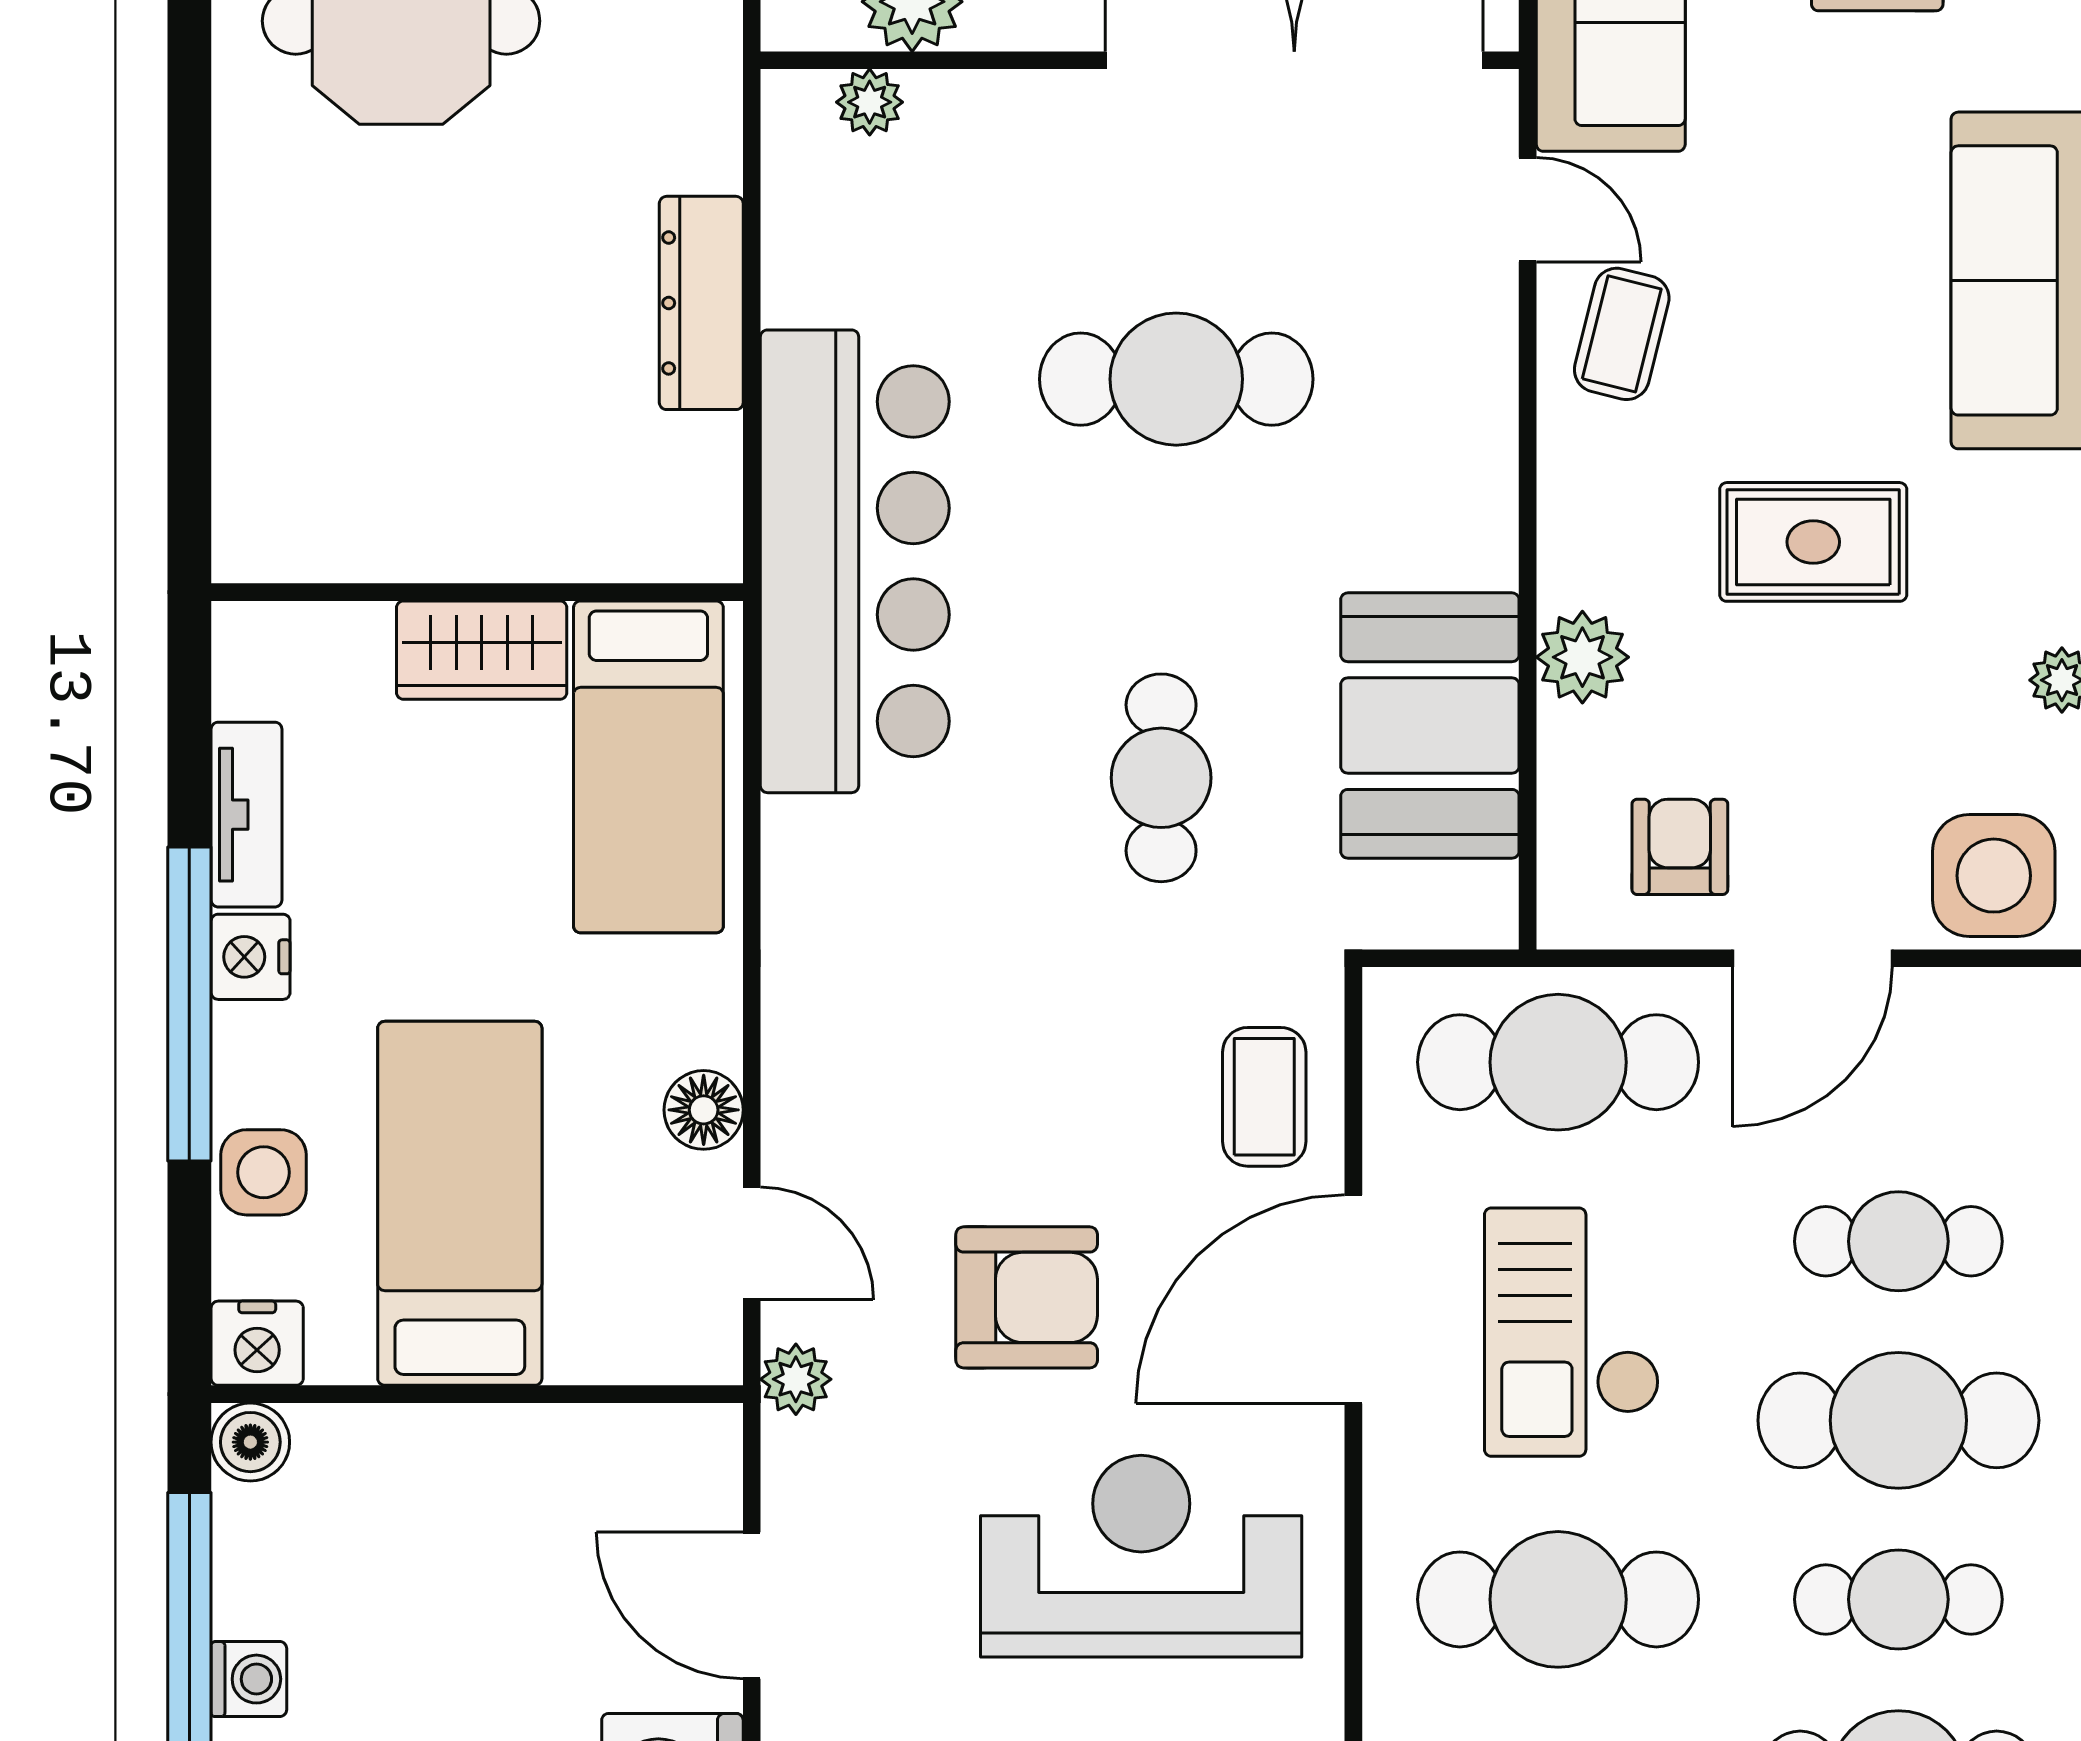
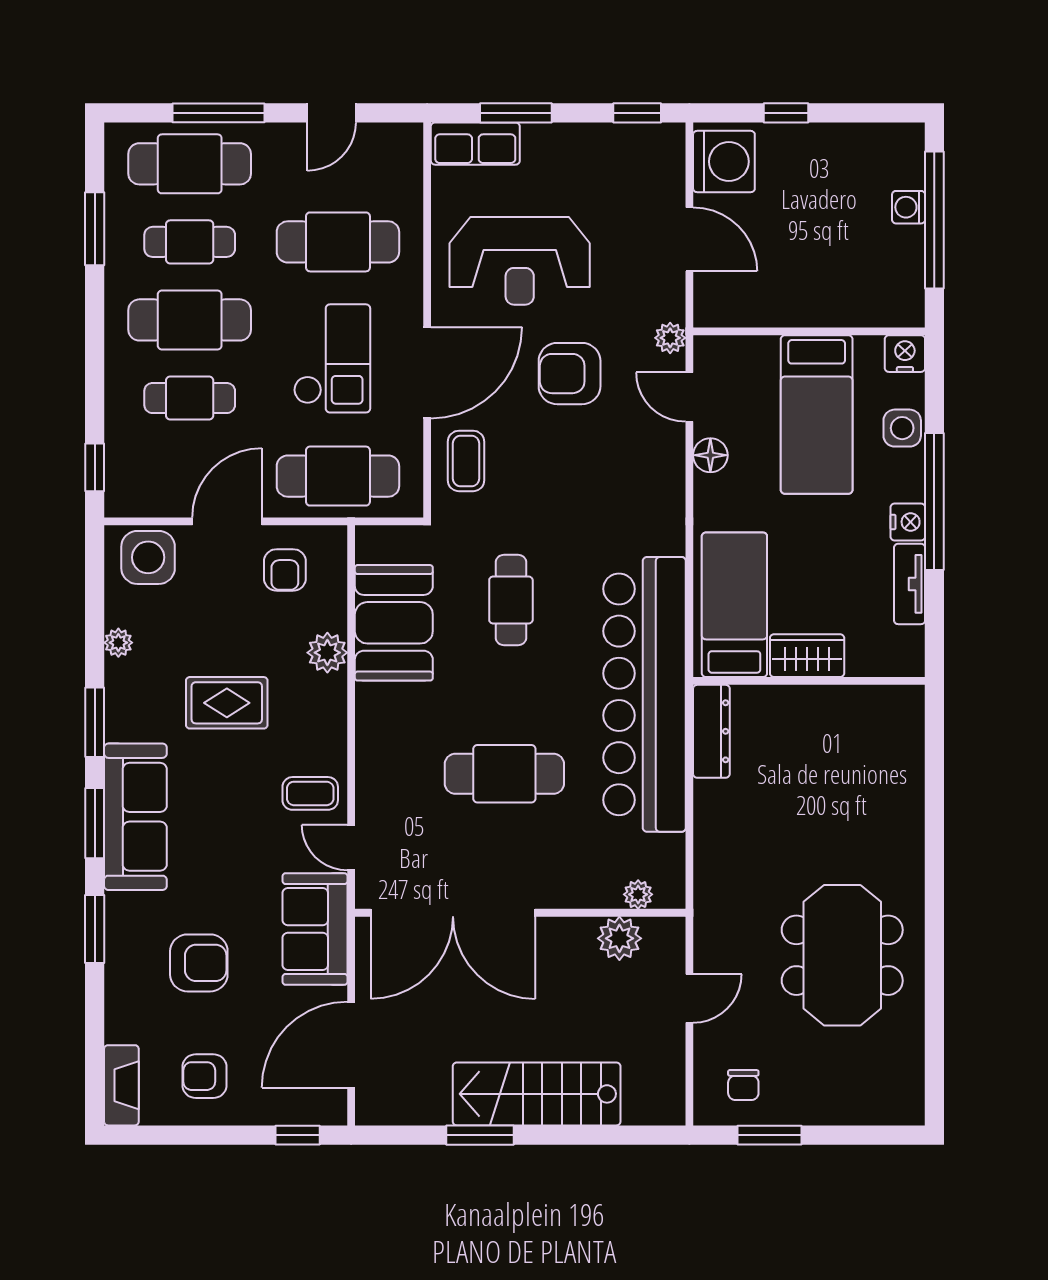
dresser: (701, 303) -> (711, 731), moved
coffee table: (1622, 334) -> (310, 793), turned 76
bar counter: (855, 561) -> (644, 694), width x1.36
boiler: (250, 1442) -> (908, 311), removed

